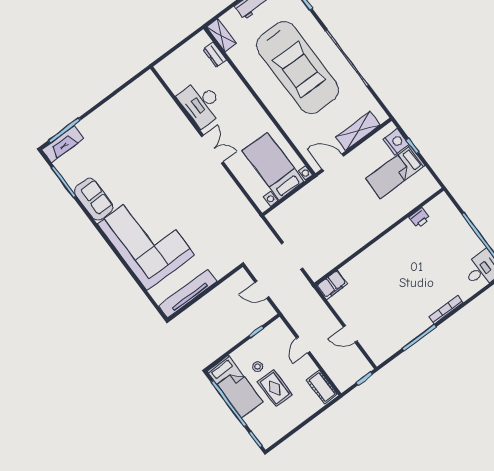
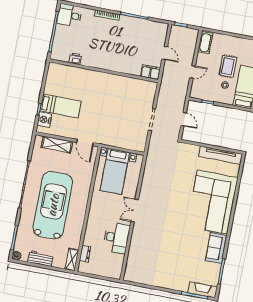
printer: (419, 218) -> (75, 59), moved
wall: (379, 237) -> (104, 71), moved
filing cabinet: (332, 285) -> (150, 72), moved

